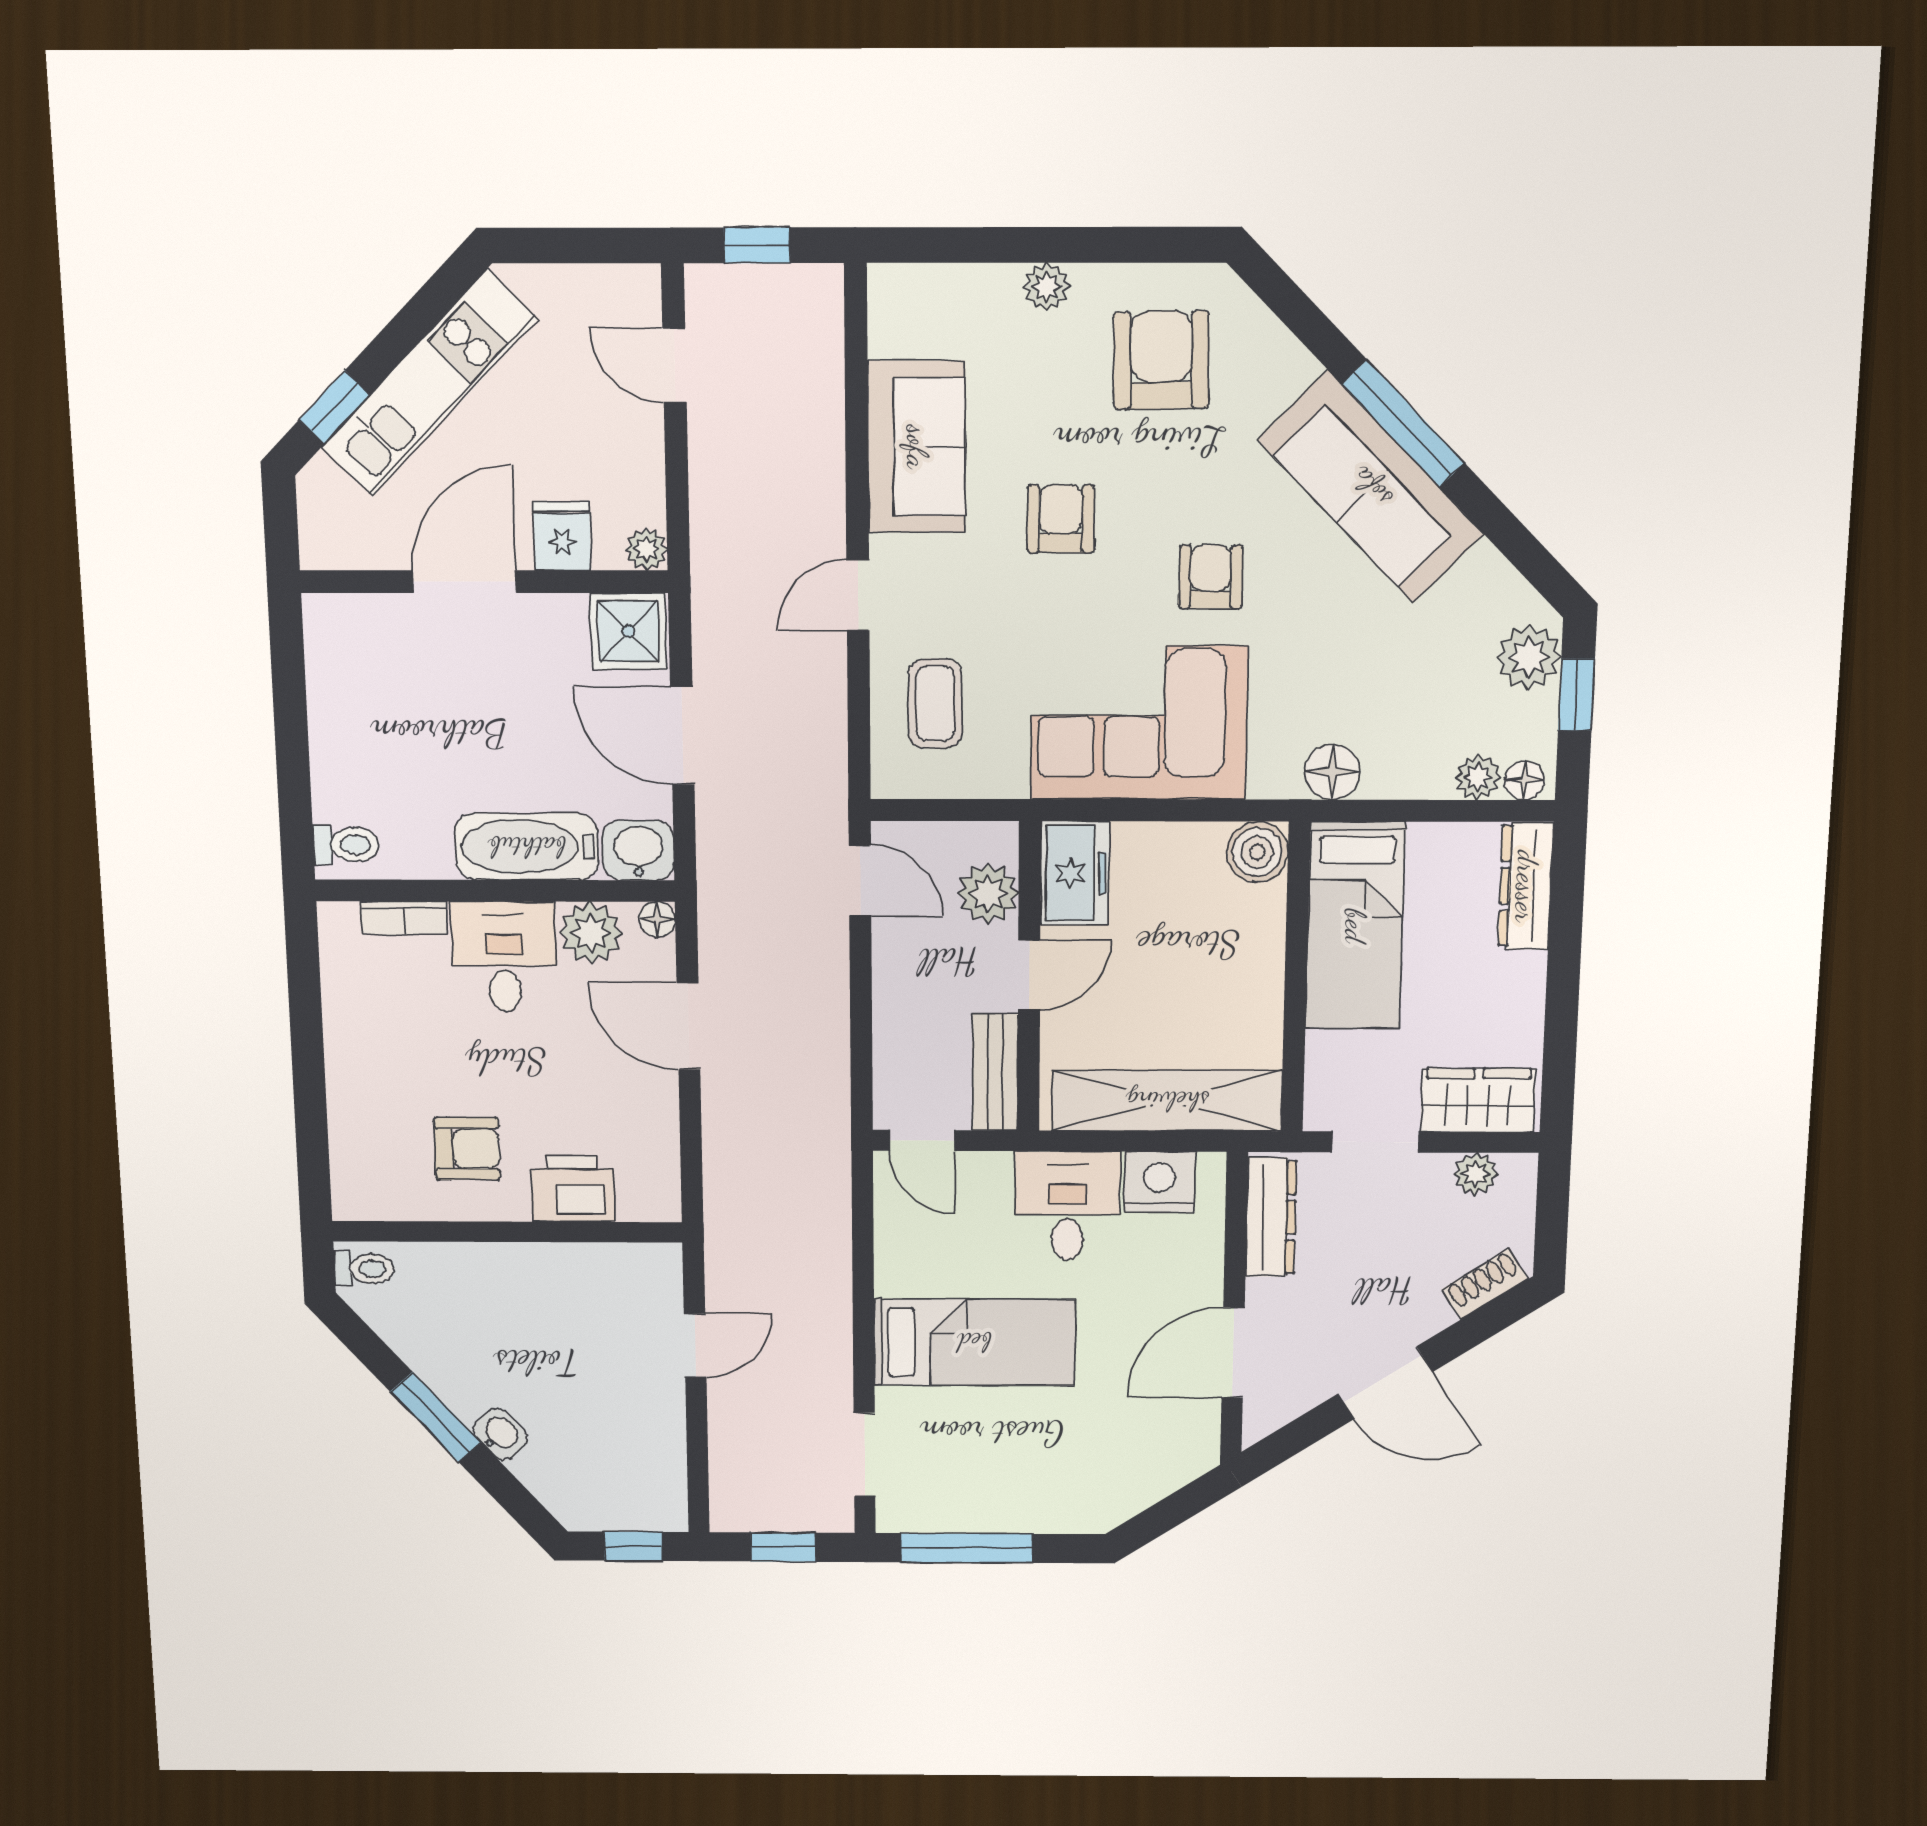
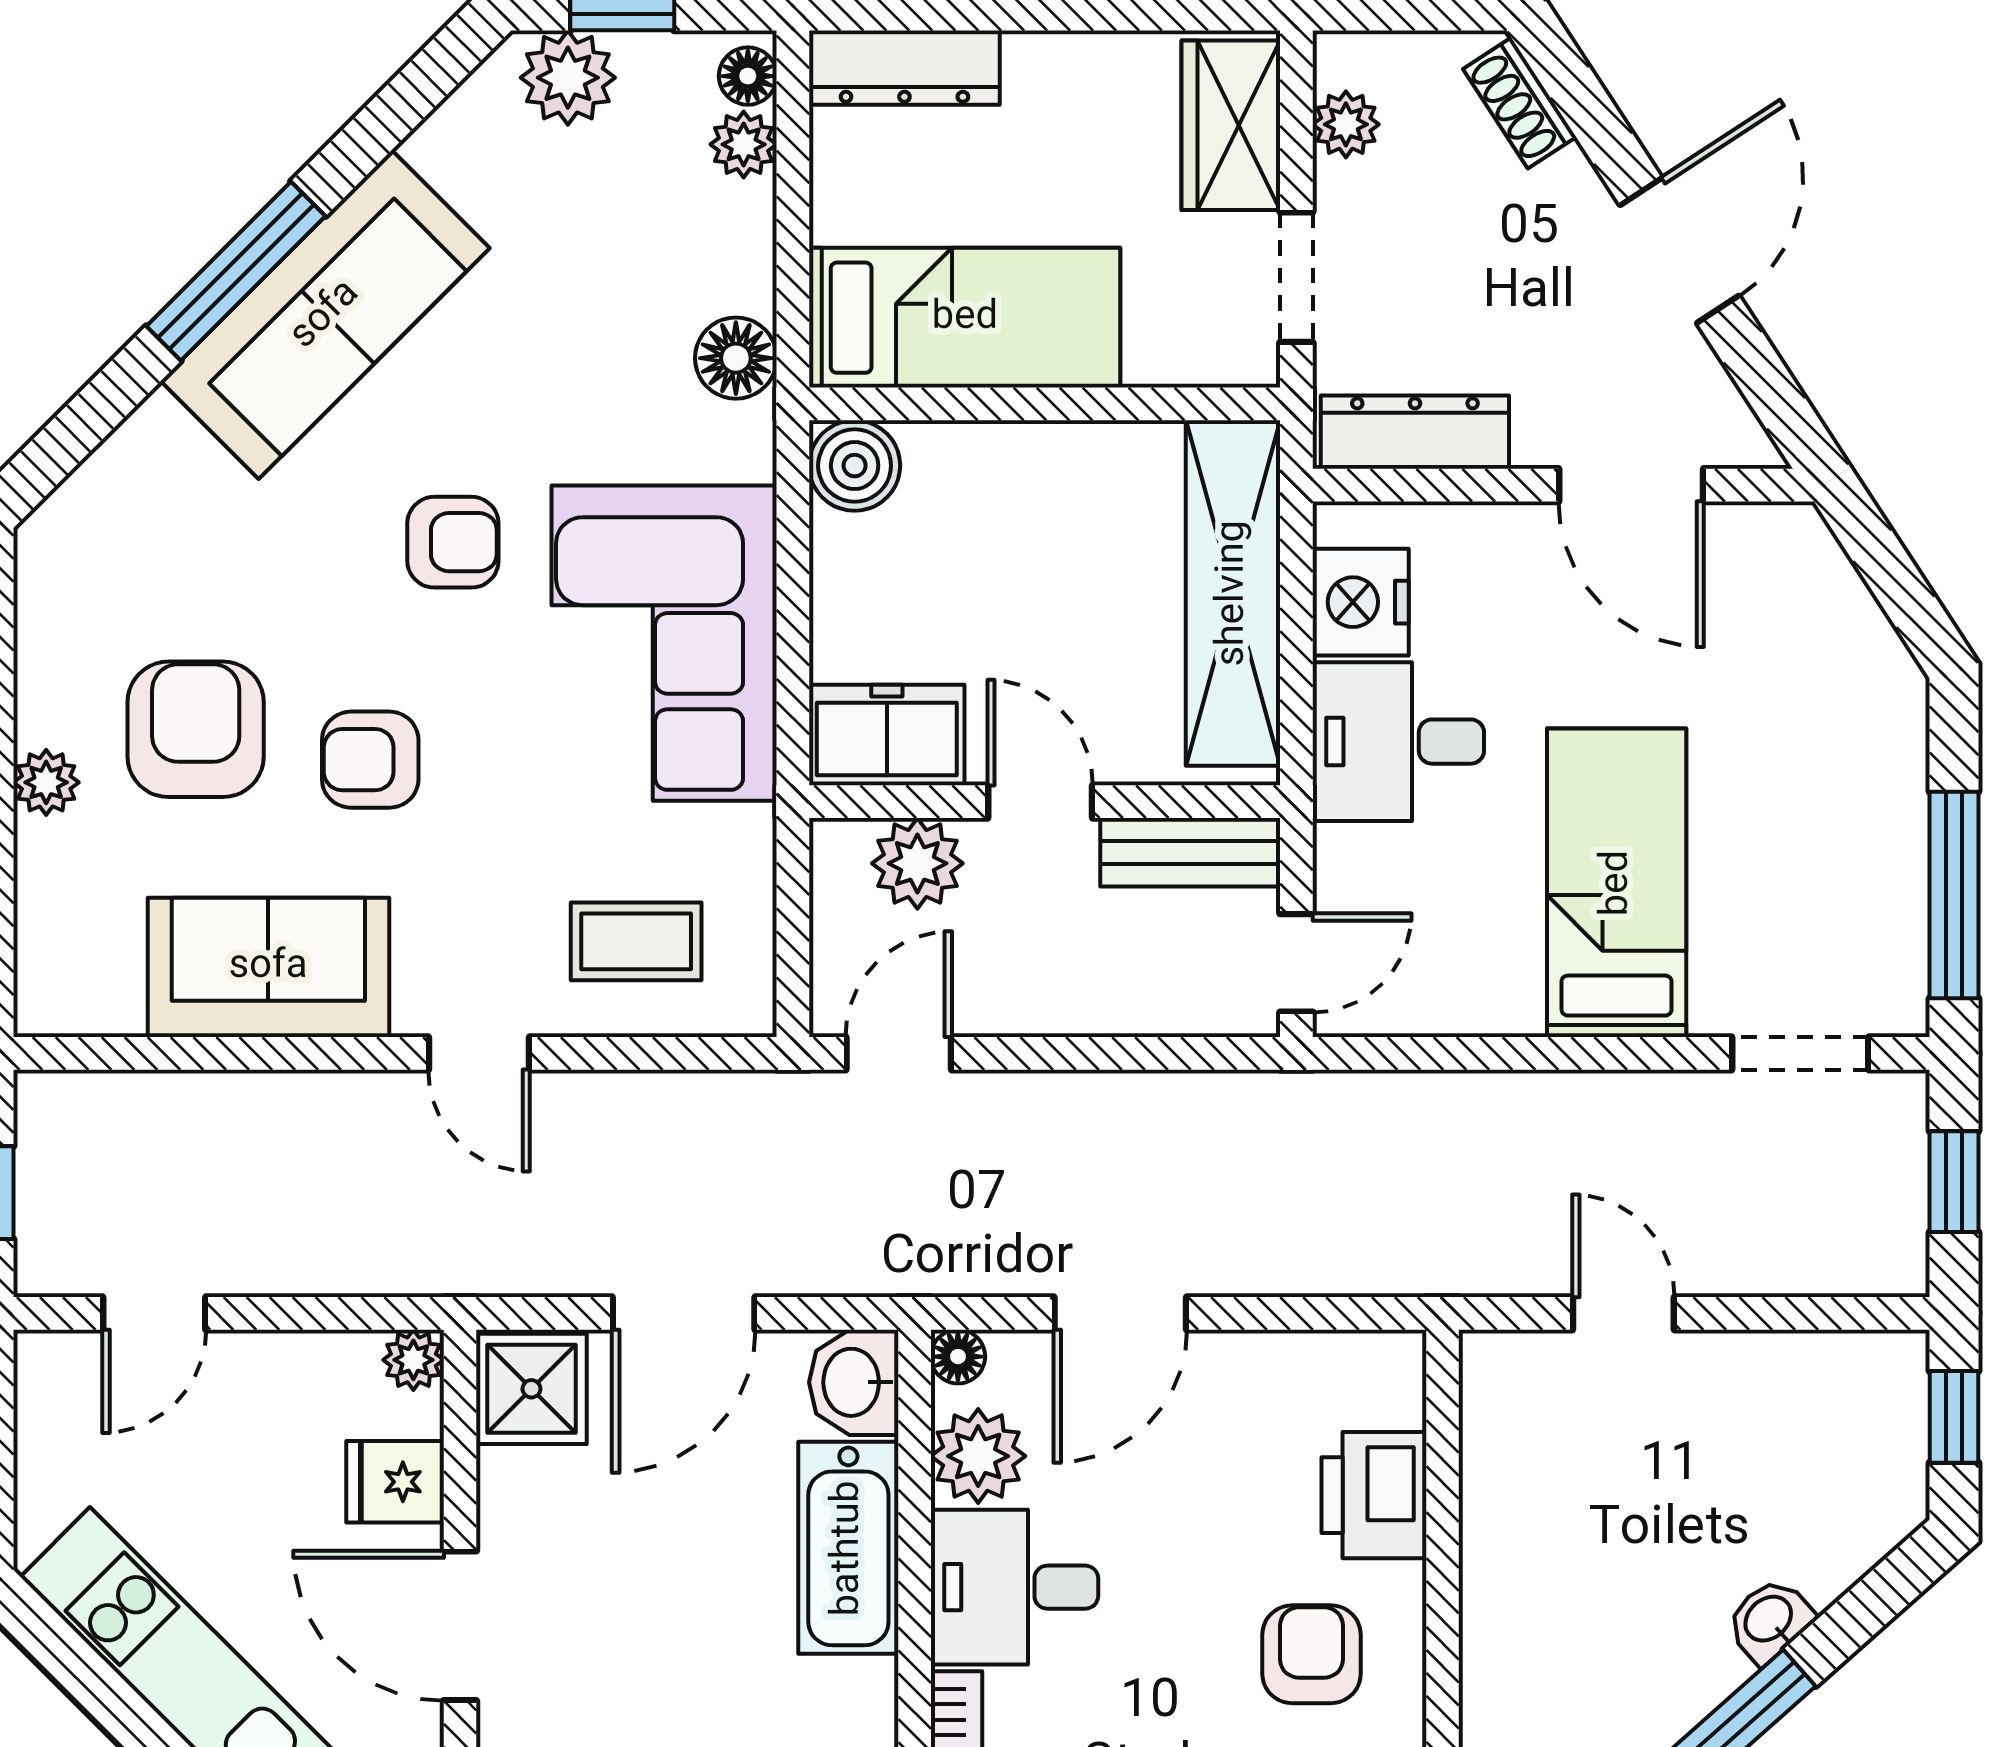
armchair: (1161, 360) -> (196, 729), moved, turned 91
armchair: (1211, 577) -> (453, 542), turned 180

